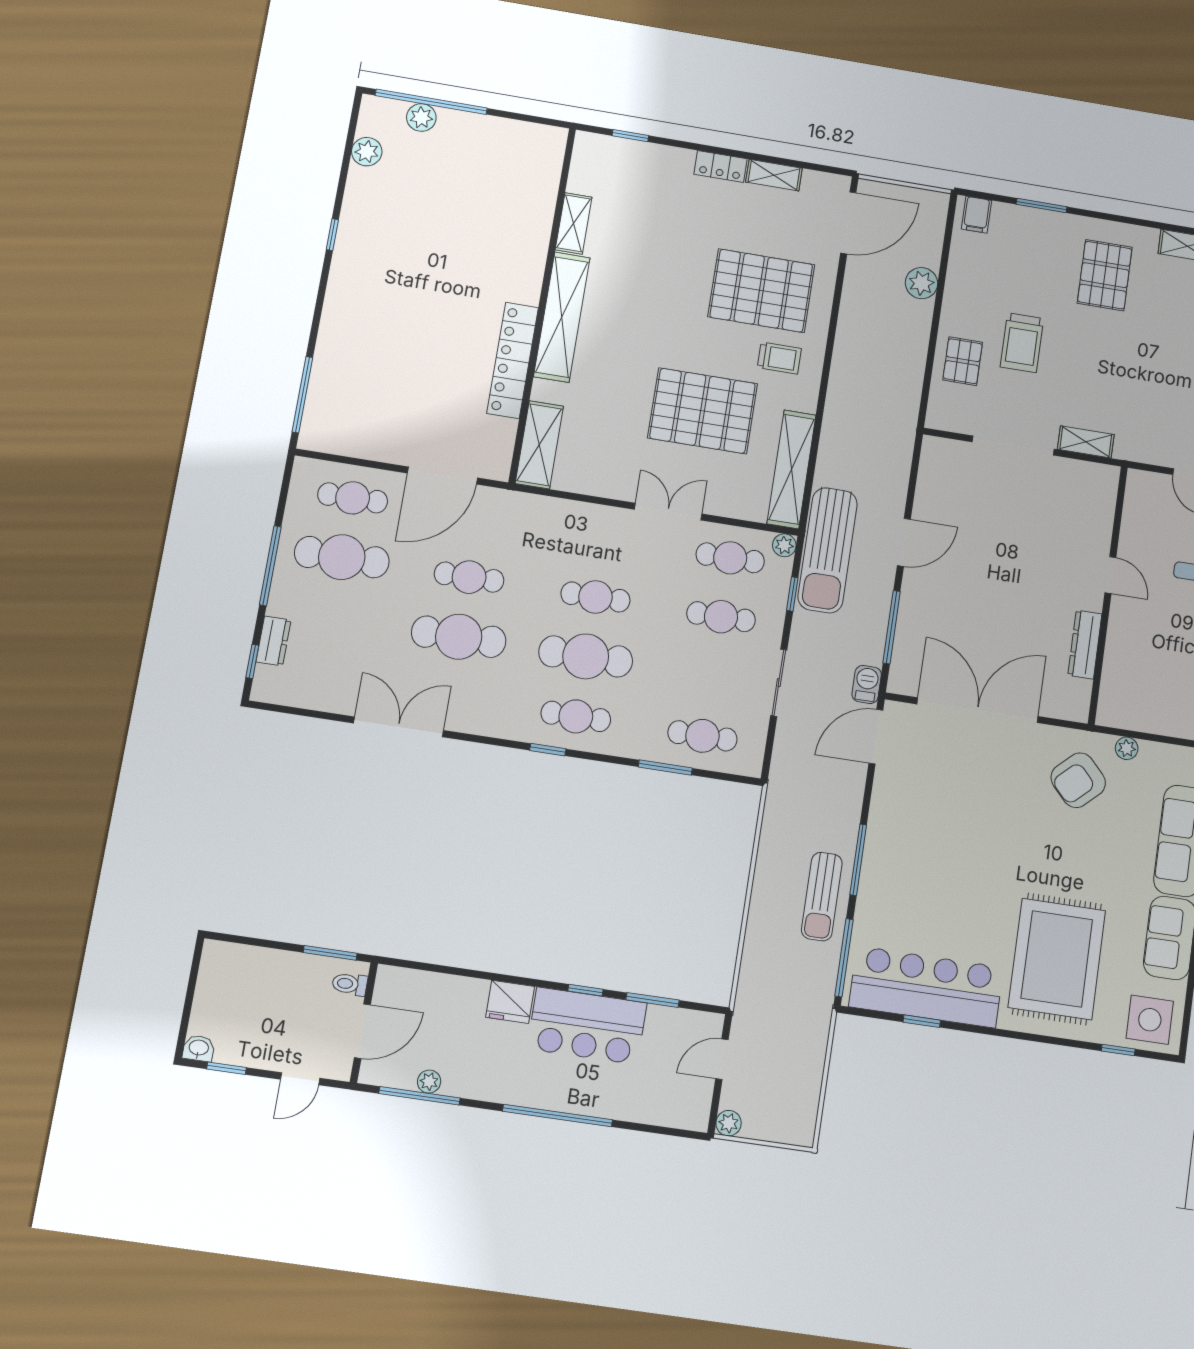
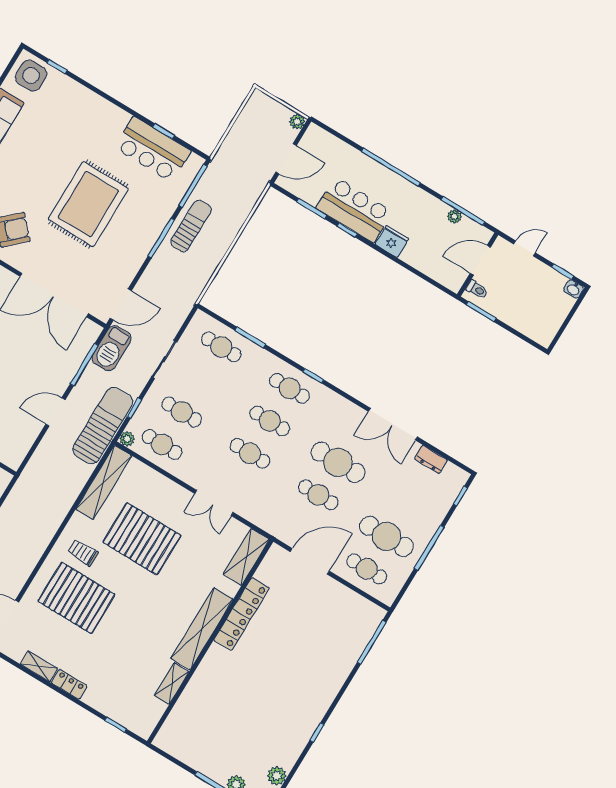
double door: (668, 512) -> (214, 503), moved
dresser: (273, 641) -> (431, 459), moved, turned -90
cafe table: (586, 656) -> (270, 421), width x0.73, depth x0.74
barbecue: (867, 684) -> (112, 348), width x1.88, depth x1.53
rug: (1057, 959) -> (88, 204), moved
bar counter: (926, 987) -> (153, 149), width x0.73
door: (722, 1059) -> (286, 159), width x1.38

